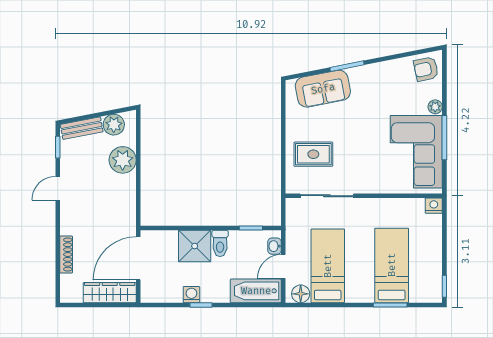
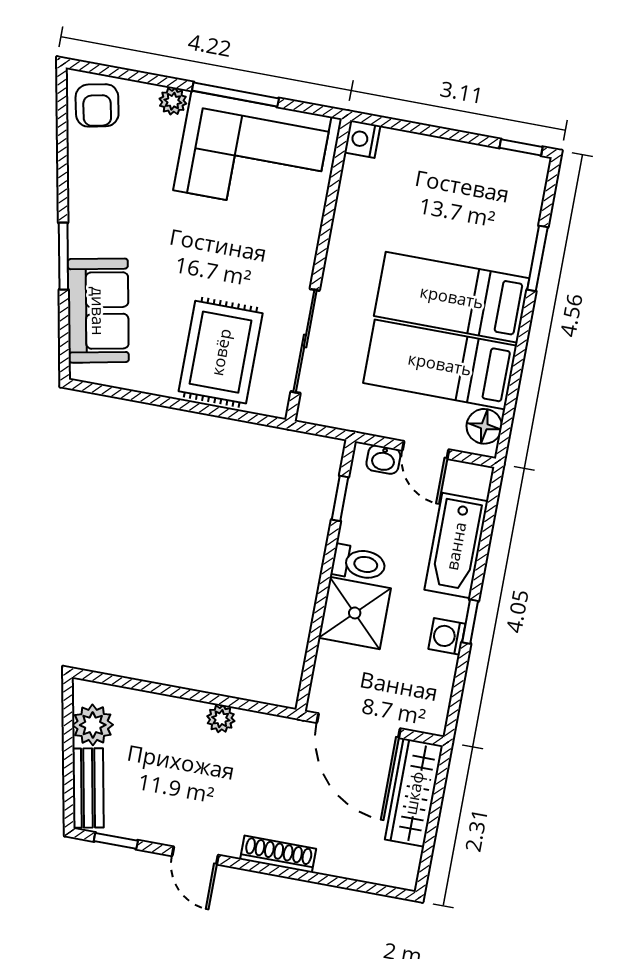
rug: (313, 154) -> (221, 352), width x1.36, depth x1.43
plant: (123, 160) -> (221, 719), moved, width x0.53, depth x0.53
shoe rack: (66, 254) -> (278, 854), moved
bed: (392, 265) -> (452, 297), moved
bathtub: (256, 291) -> (456, 546), moved

